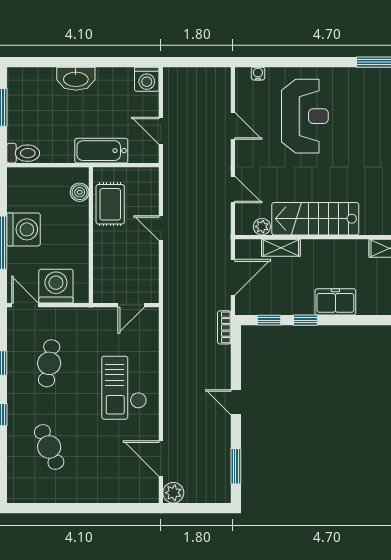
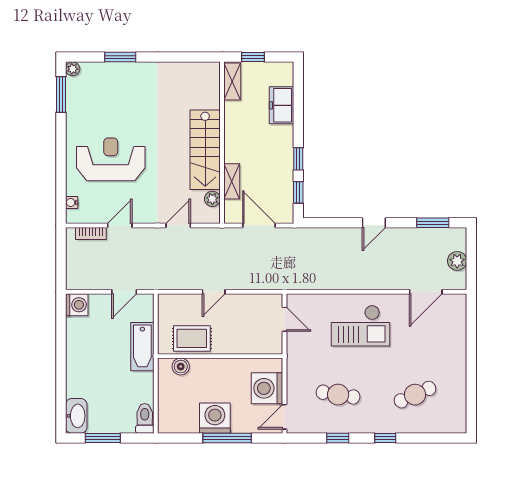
washbasin: (76, 79) -> (76, 416), moved
freezer: (335, 302) -> (282, 105), moved
bookcase: (224, 327) -> (91, 233), moved
plant: (173, 493) -> (457, 261), moved

